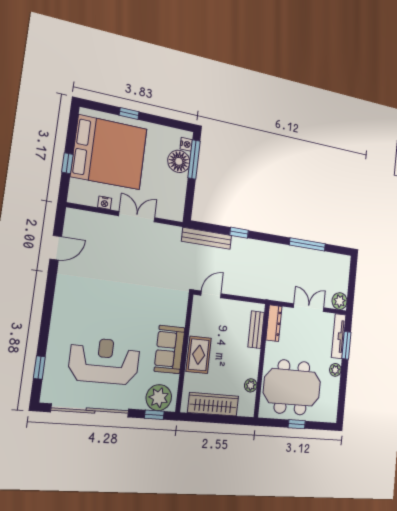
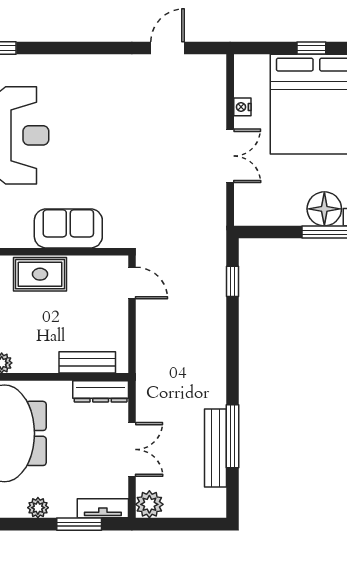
window: (67, 163) -> (311, 48), moved
window: (239, 233) -> (233, 281), moved
bench: (207, 238) -> (216, 448), moved
door: (56, 248) -> (168, 48), swing flipped
tv unit: (339, 336) -> (103, 508), width x0.71
sofa: (170, 349) -> (68, 228), moved

